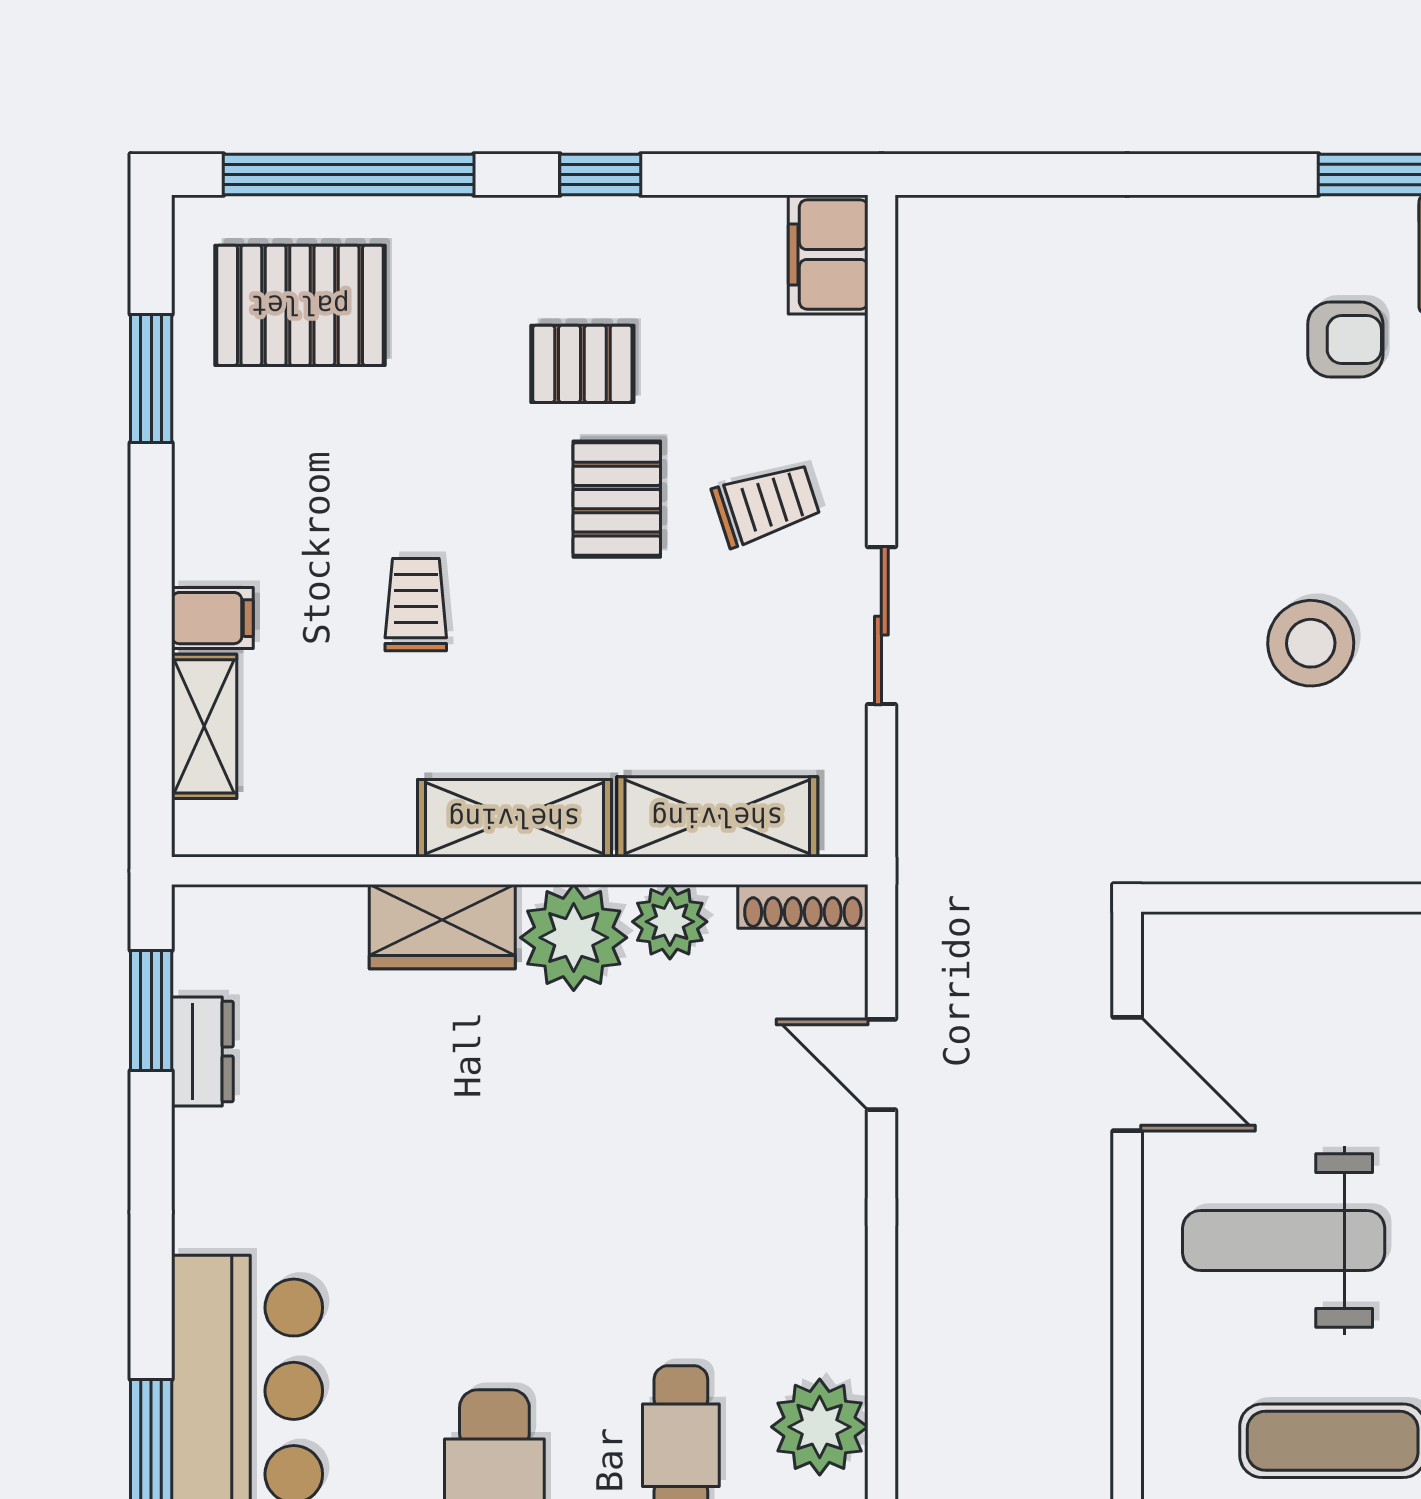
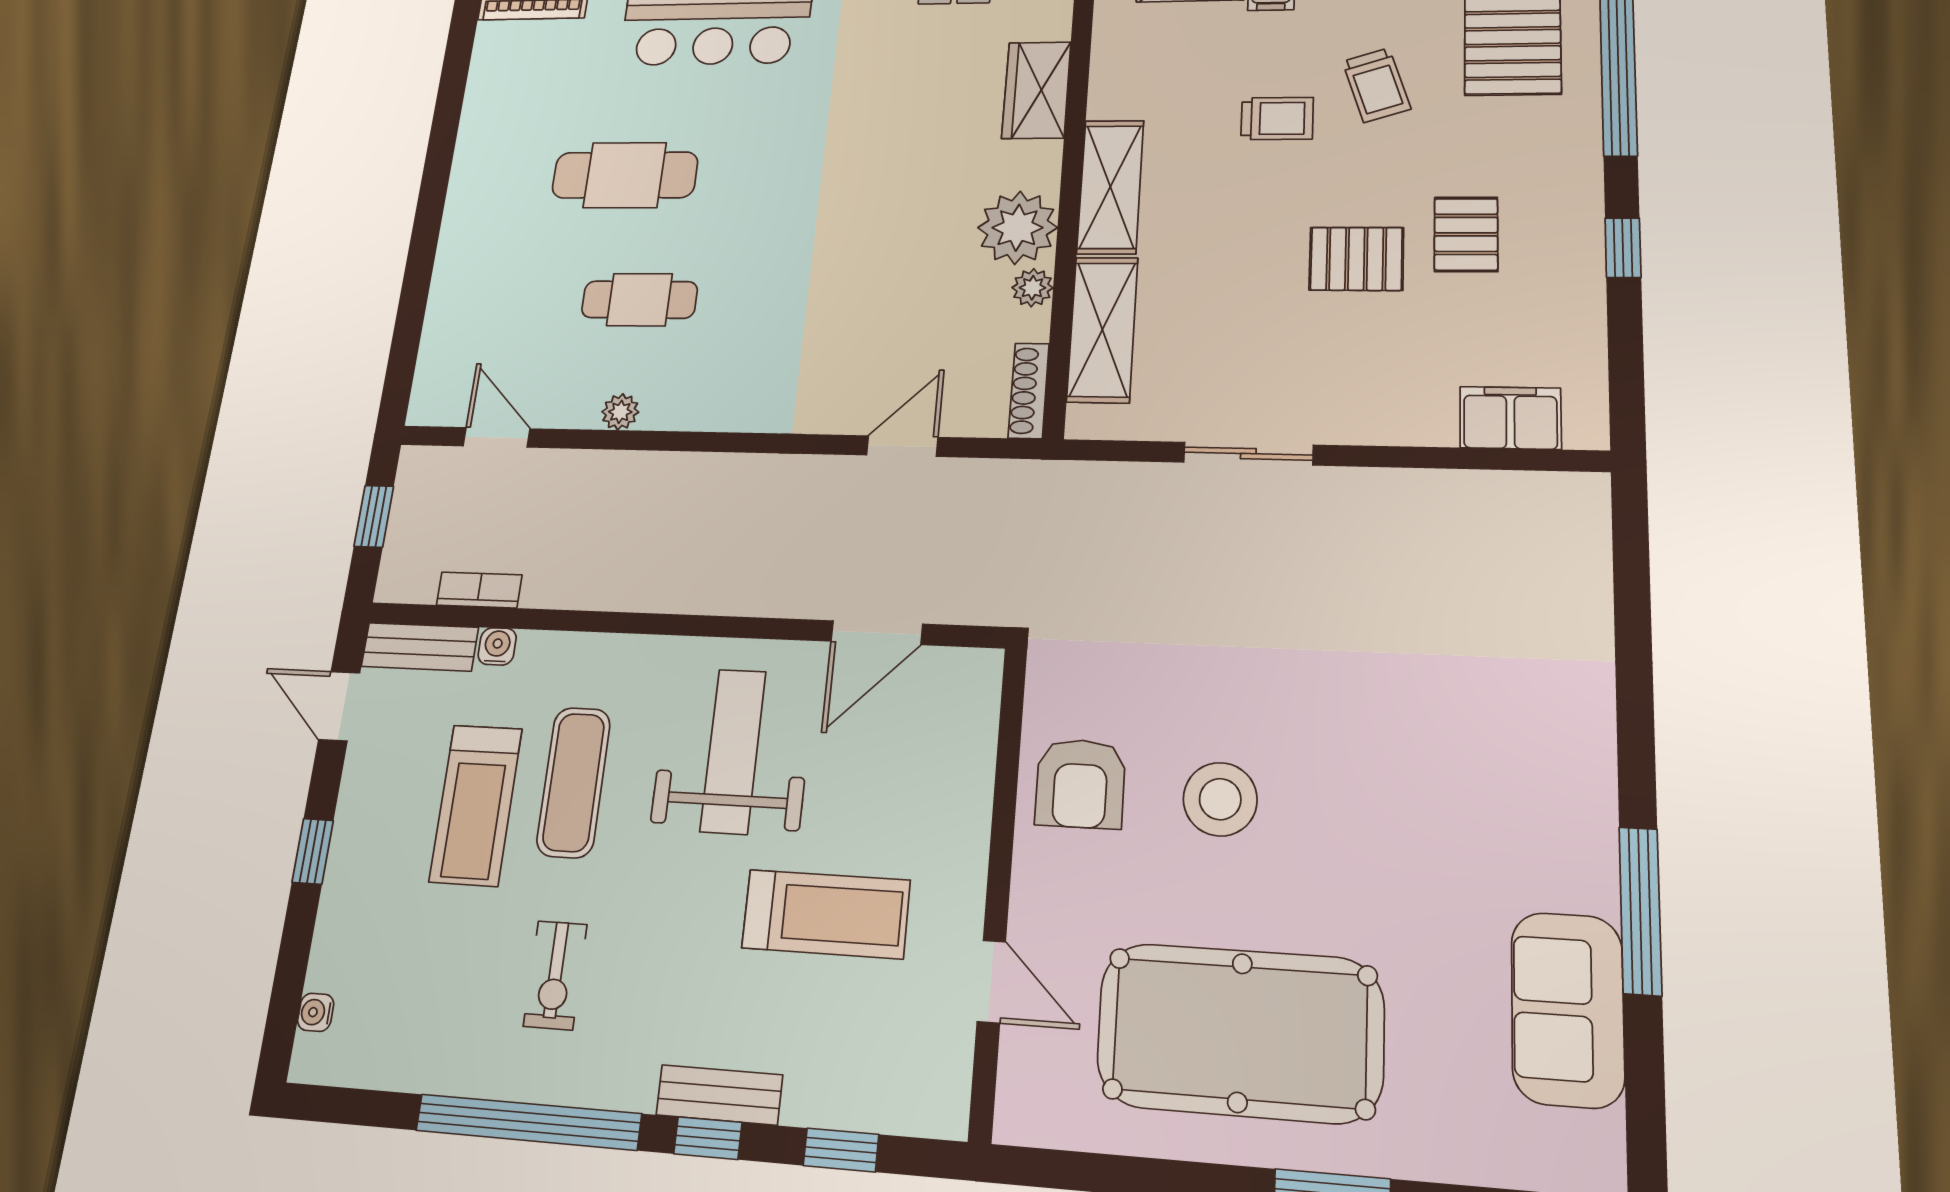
filing cabinet: (828, 255) -> (1510, 418), moved
armchair: (1345, 339) -> (1080, 784), moved, width x1.38, depth x1.38
trolley: (766, 504) -> (1376, 85), moved
plant: (670, 922) -> (1032, 288), width x0.73, depth x0.73
wardrobe: (442, 927) -> (1036, 90), moved
plant: (820, 1427) -> (620, 412), width x0.53, depth x0.53

